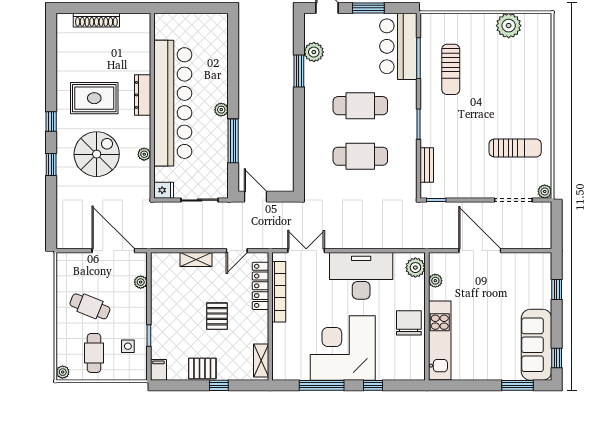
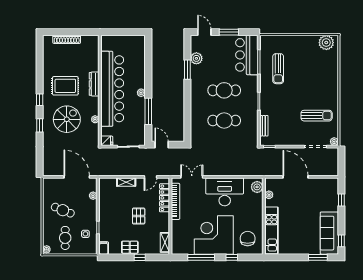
plant: (509, 26) -> (326, 43), moved
chair: (409, 323) -> (248, 239), moved

